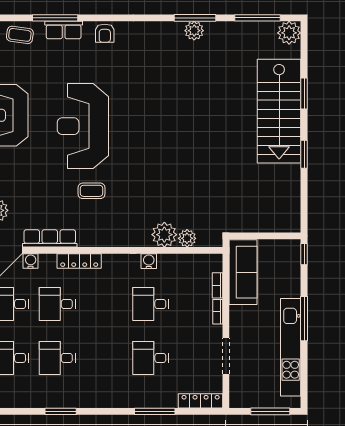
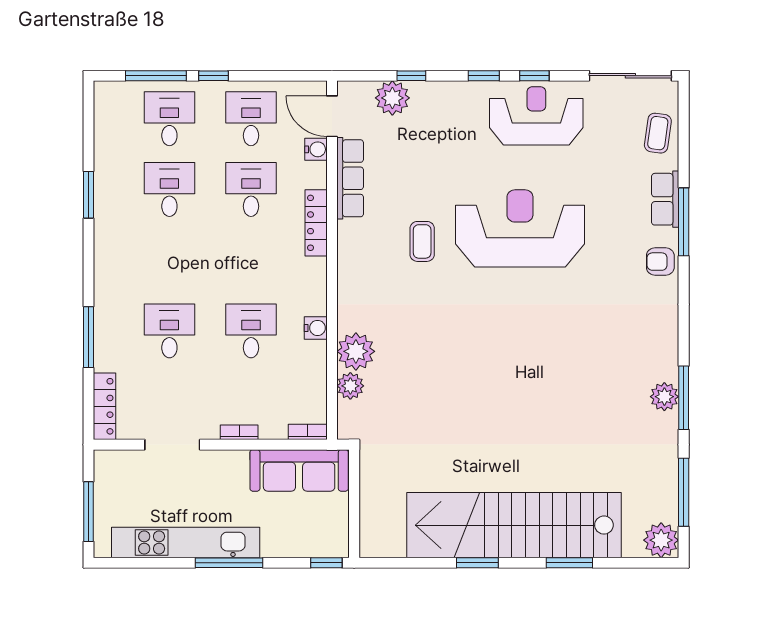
window: (55, 18) -> (684, 222), moved
stairs: (279, 111) -> (514, 525), width x1.36
bookcase: (218, 285) -> (308, 432), moved

